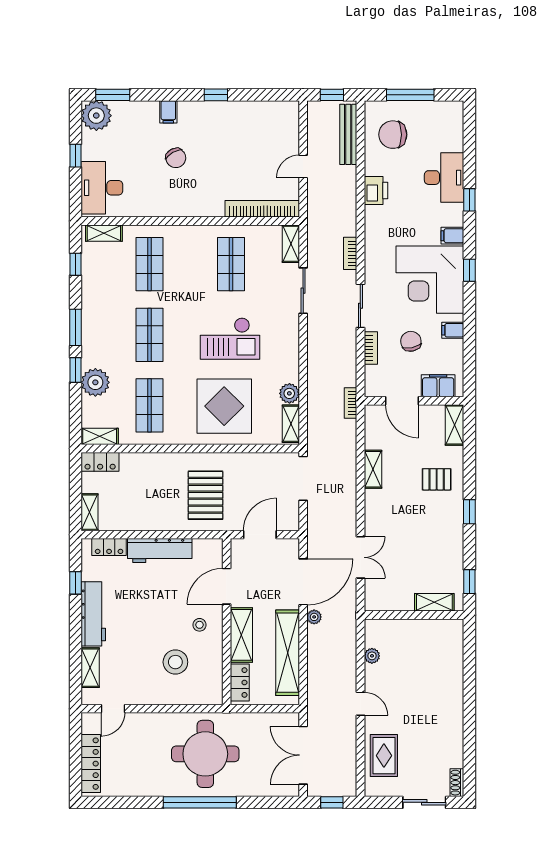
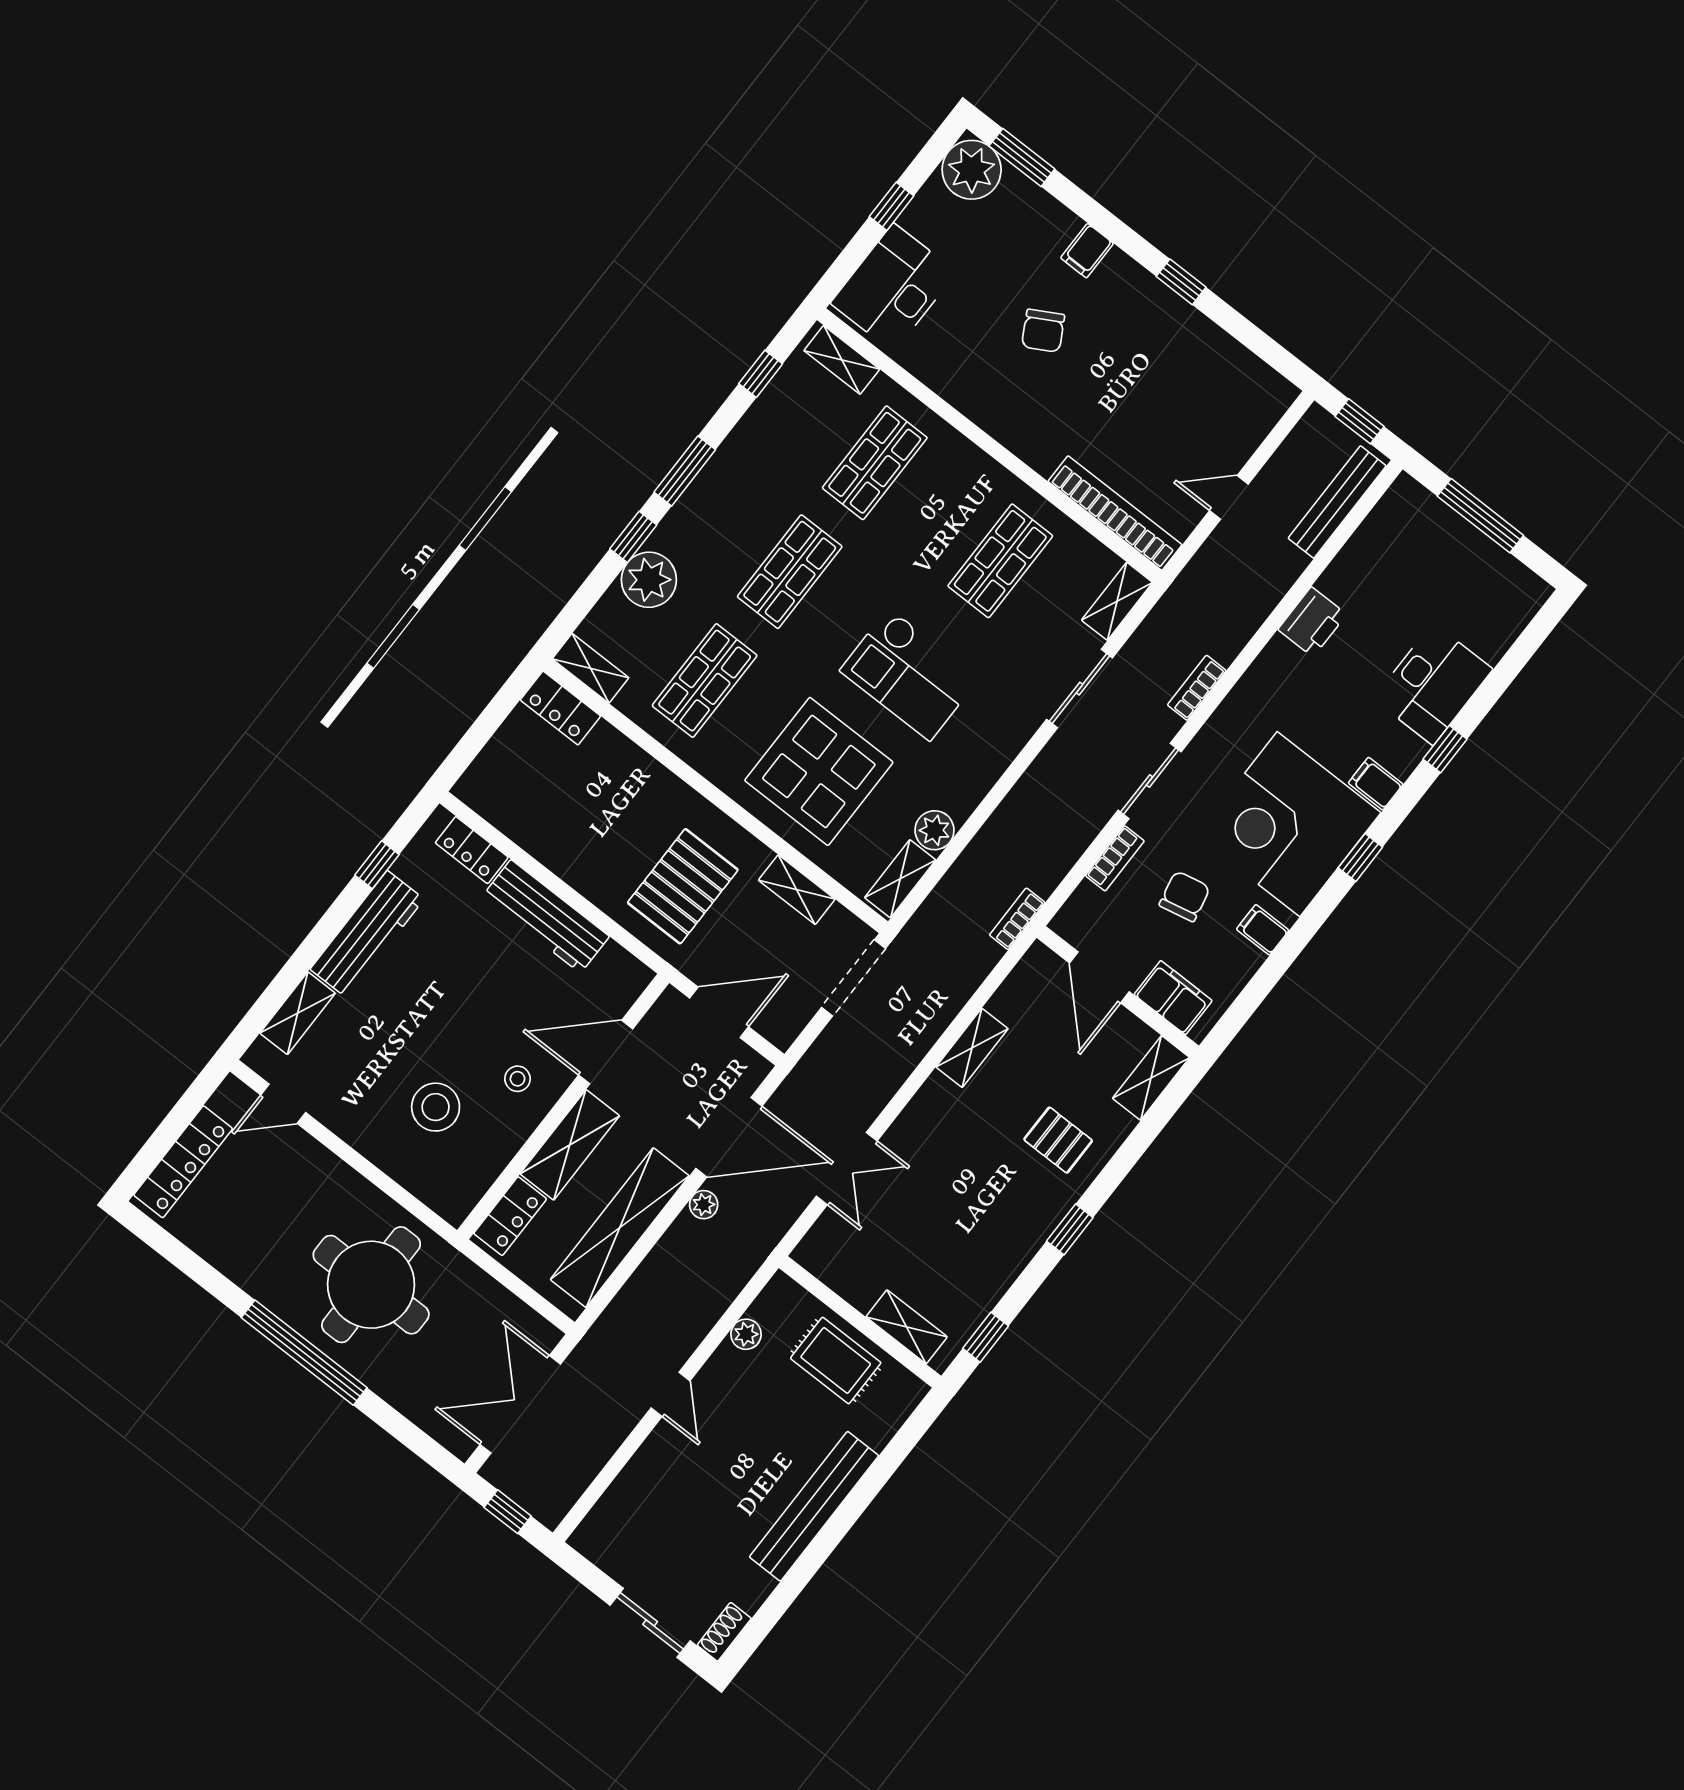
chair: (393, 135) -> (1406, 556), removed
shelving: (90, 512) -> (797, 890), moved, turned 90
bench: (454, 704) -> (814, 1506), added
rug: (384, 756) -> (836, 1360), moved, turned 90

